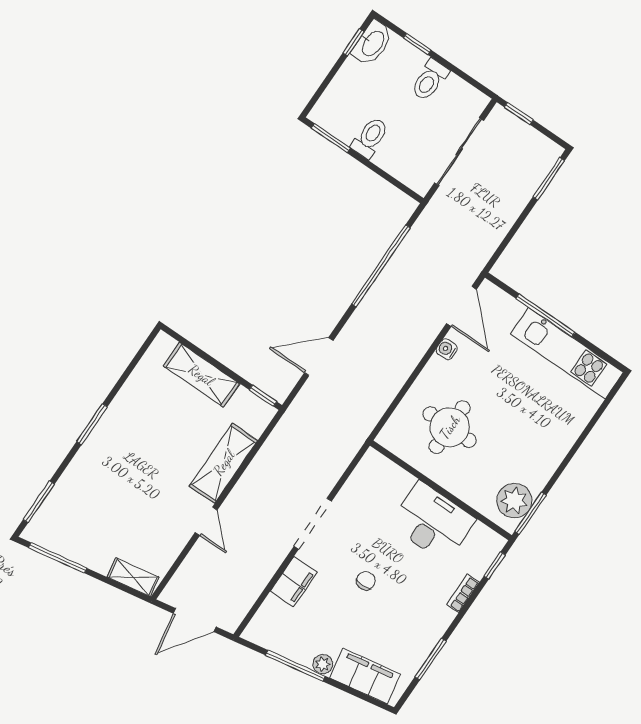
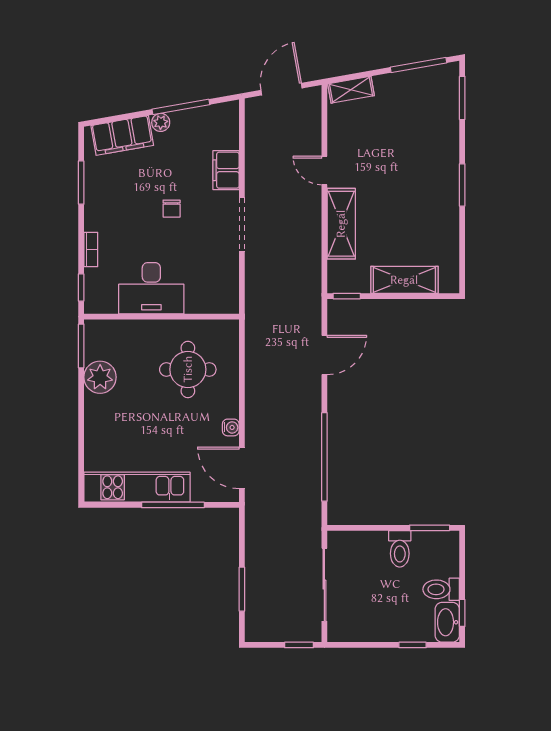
toilet: (430, 80) -> (441, 589), moved, turned -90
window: (549, 179) -> (242, 589), moved
plant: (514, 501) -> (100, 377), moved

